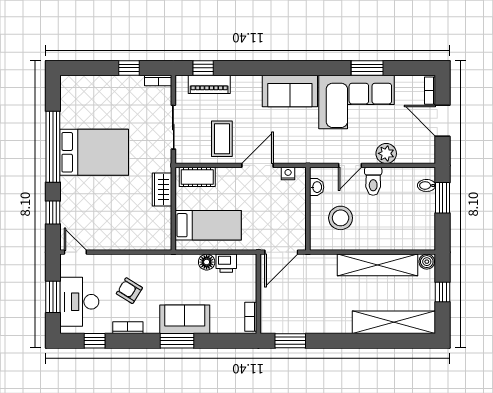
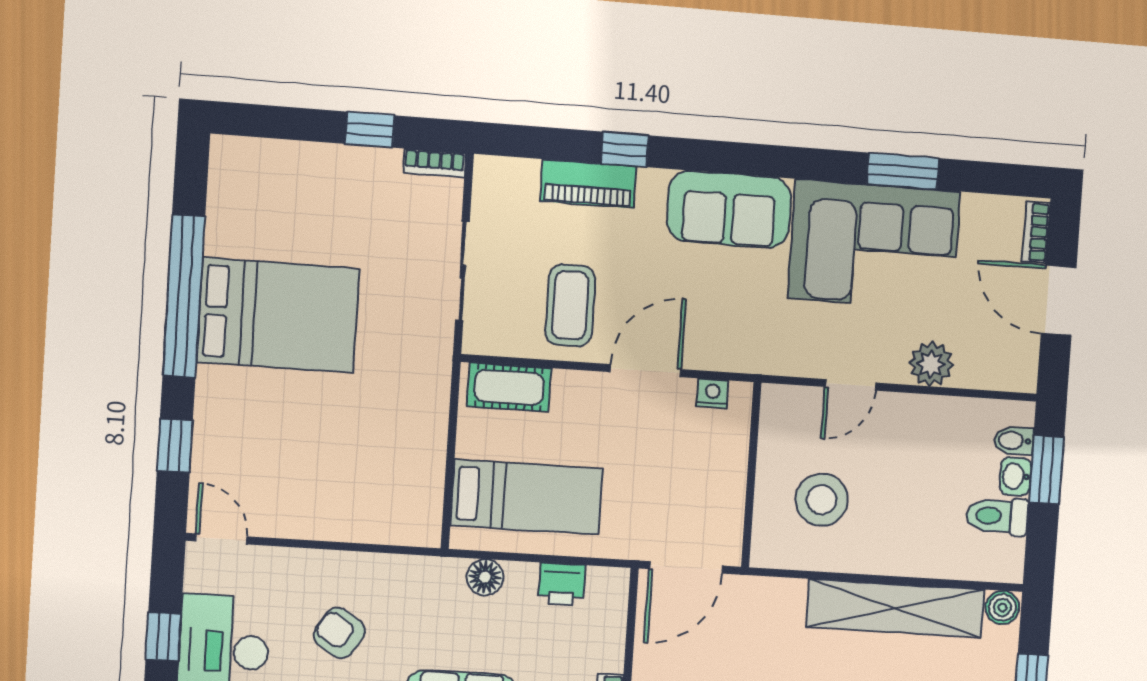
window: (203, 68) -> (625, 149), moved
piano: (209, 84) -> (588, 184), moved
toilet: (373, 181) -> (997, 516), moved, turned 90
washbasin: (317, 187) -> (1015, 476), moved, turned 180
wardrobe: (162, 190) -> (428, 410), removed
floor lamp: (207, 262) -> (485, 577), moved
window: (53, 297) -> (163, 637), width x0.67

